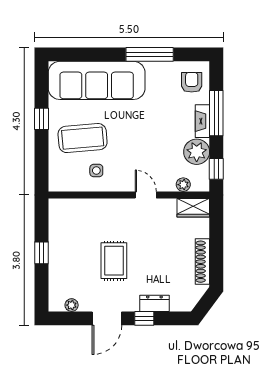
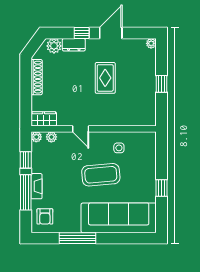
coffee table: (83, 138) -> (101, 175), moved
plant: (197, 152) -> (36, 137), moved, width x0.53, depth x0.53
window: (216, 169) -> (26, 160), moved
plant: (180, 302) -> (54, 46), added
plant: (72, 305) -> (151, 43), moved

